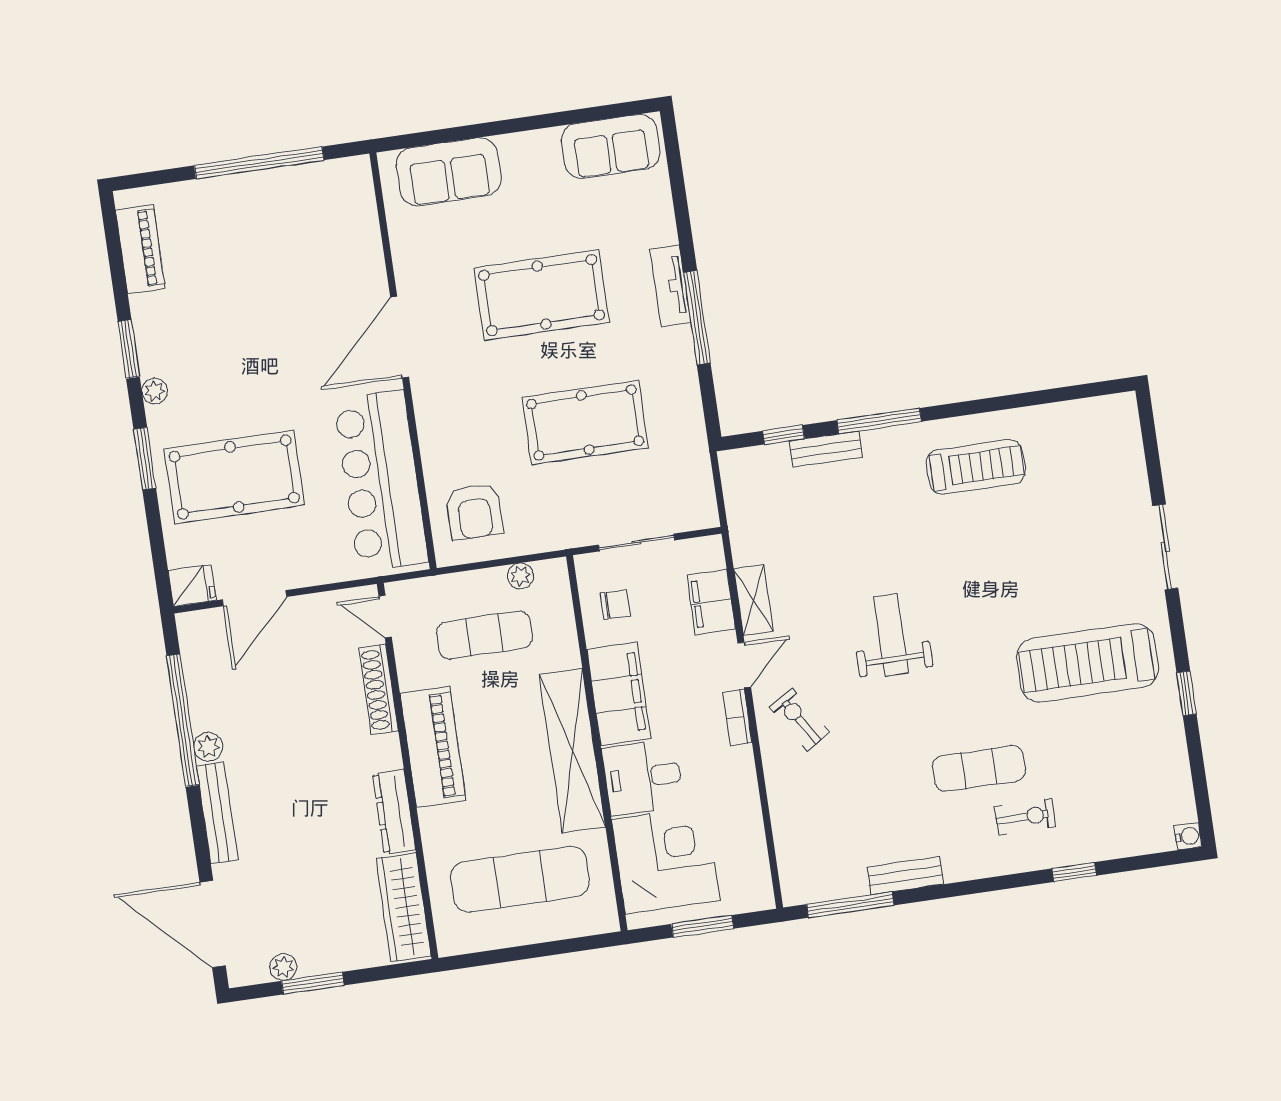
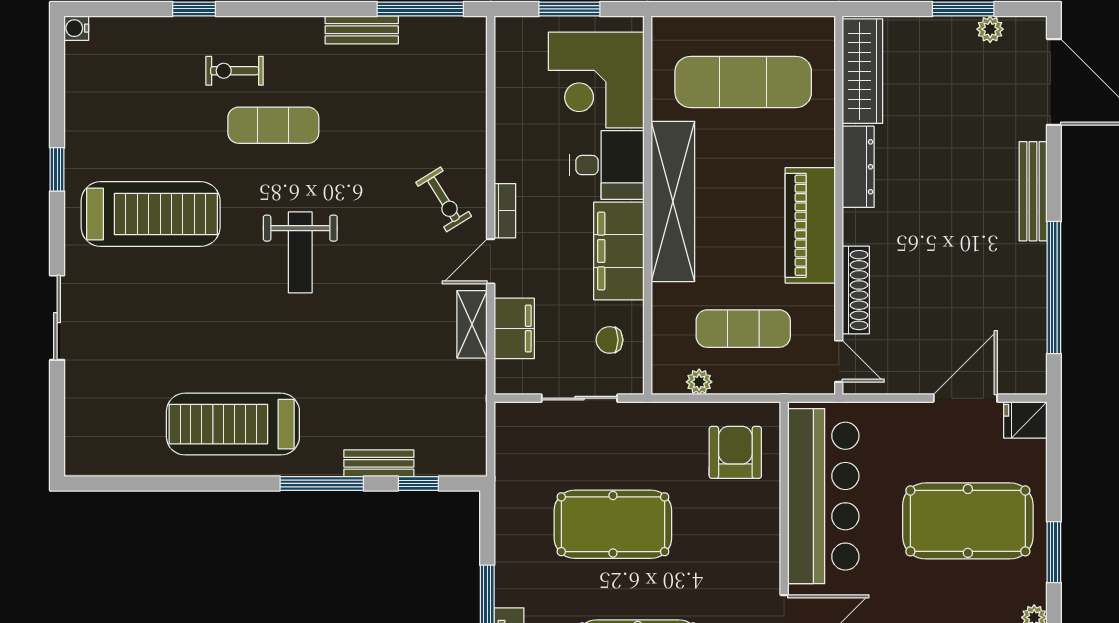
treadmill: (976, 467) -> (233, 424), width x1.37, depth x1.38
weight bench: (891, 635) -> (300, 252), moved
plant: (208, 747) -> (1033, 258), removed

